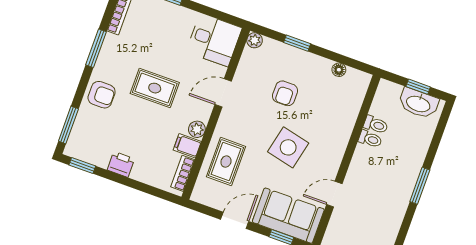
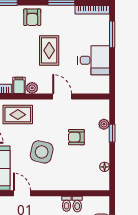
desk: (214, 40) -> (94, 60), moved, turned -90
plant: (255, 40) -> (104, 124), moved

